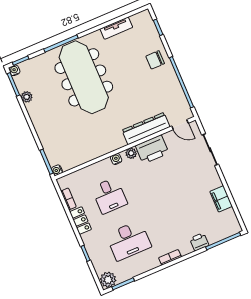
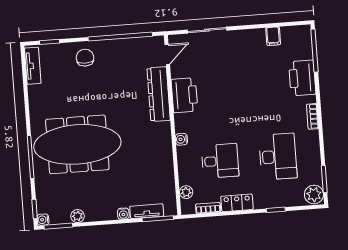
tv unit: (116, 28) -> (33, 66), moved
chair: (155, 60) -> (85, 58), turned 180
tv unit: (49, 151) -> (147, 211), added
plant: (131, 153) -> (186, 192), moved
water cooler: (57, 170) -> (123, 214), moved
filing cabinet: (221, 199) -> (273, 36), width x0.50
printer: (199, 242) -> (302, 78), width x1.87, depth x1.48

